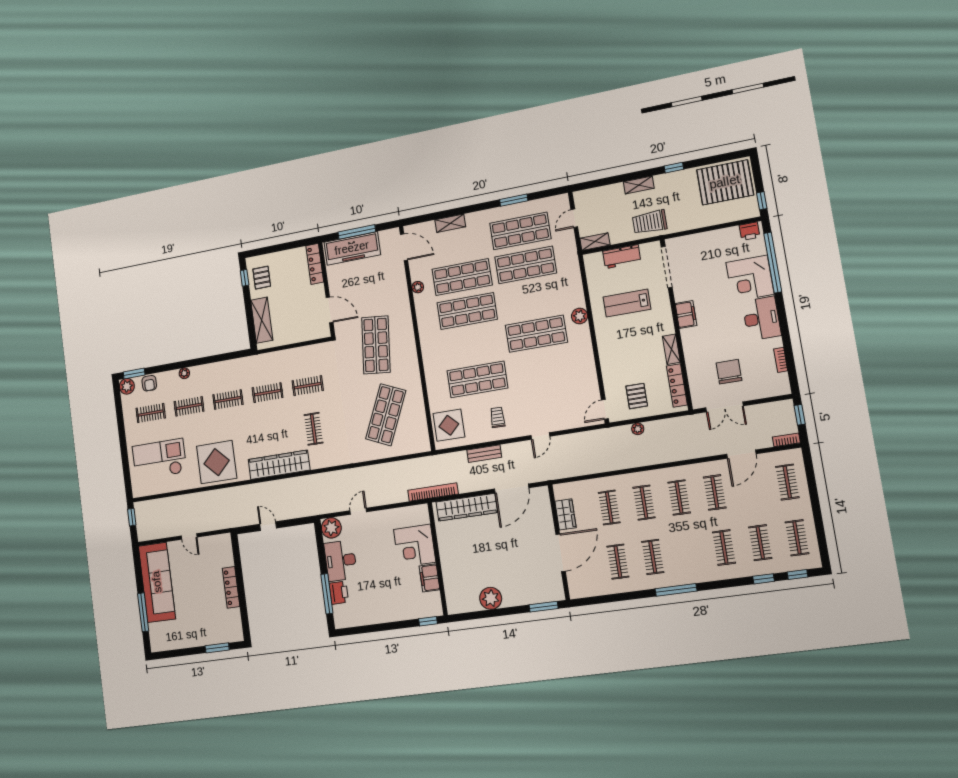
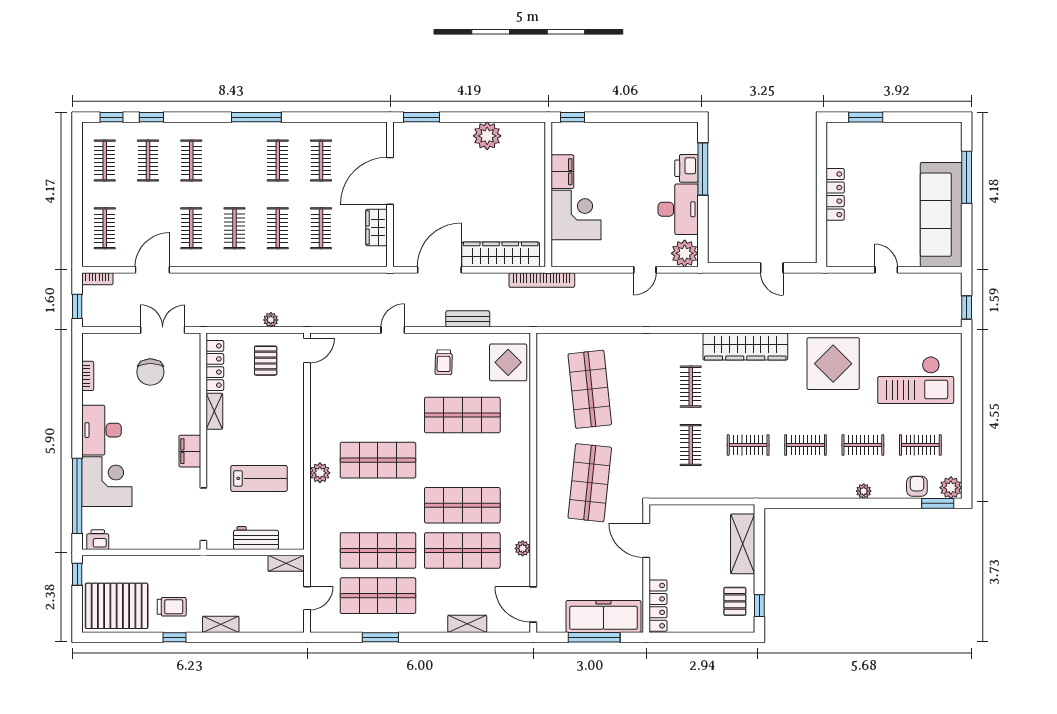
trolley: (650, 222) -> (172, 607), moved, width x0.73, depth x0.72
clothes rail: (308, 386) -> (691, 445), turned 90
shop shelf: (386, 415) -> (590, 389), turned -30

